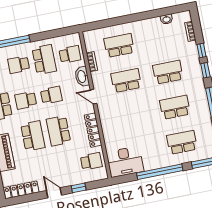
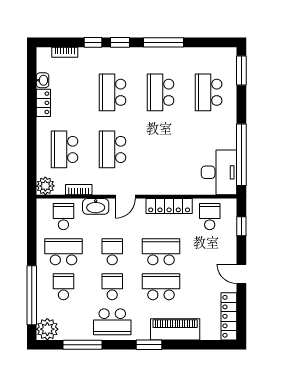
locker: (150, 23) -> (43, 103), added
plant: (90, 37) -> (45, 186), added
school desk: (19, 65) -> (63, 287), turned 180
school desk: (26, 100) -> (112, 287), turned 180
school desk: (58, 131) -> (161, 252), turned 180
window: (160, 172) -> (241, 155), moved
window: (79, 188) -> (241, 226), moved
door: (54, 193) -> (241, 274), hinge flipped

